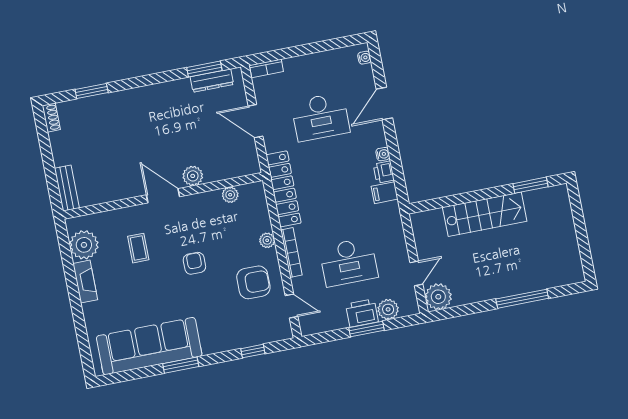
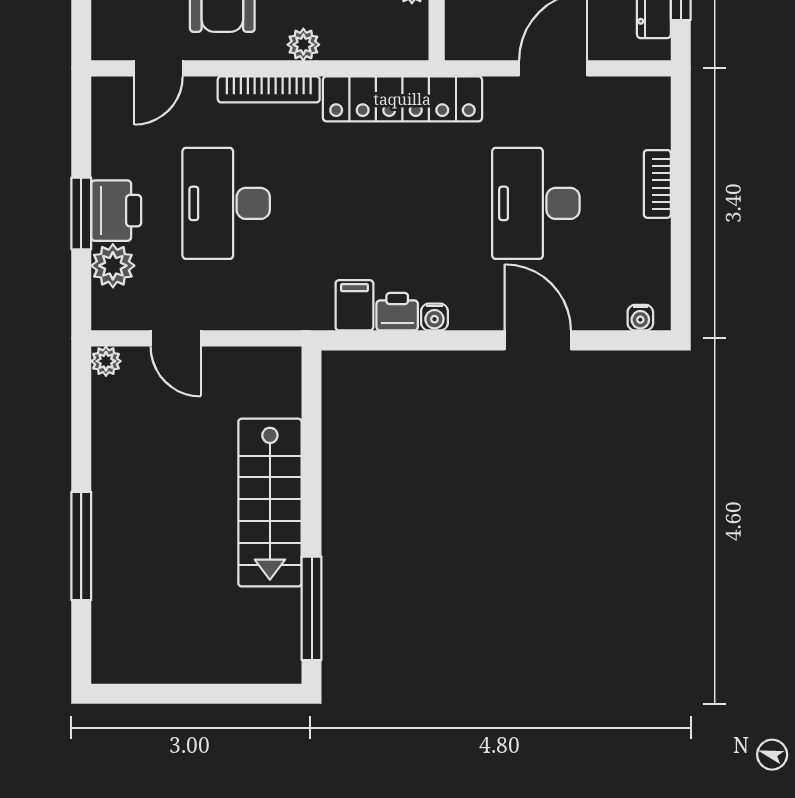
bookcase: (266, 68) -> (657, 184), moved
window: (530, 185) -> (312, 608), width x1.44
plant: (438, 297) -> (106, 361), width x0.53, depth x0.53

